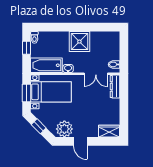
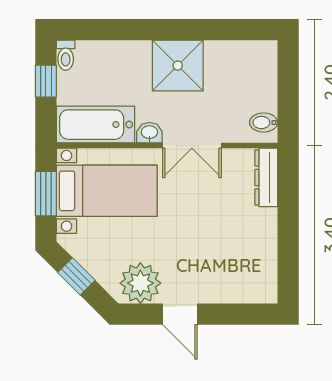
double door: (96, 74) -> (192, 146), moved
wardrobe: (109, 131) -> (251, 289), removed

